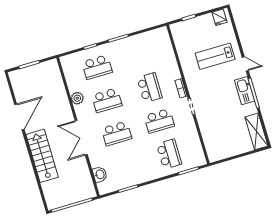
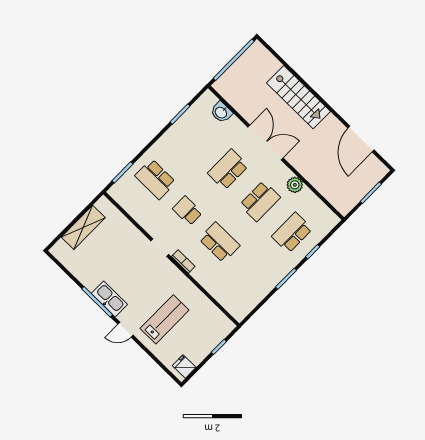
school desk: (149, 88) -> (219, 242), turned 180
school desk: (107, 100) -> (260, 201), turned 180
door: (19, 117) -> (361, 139), moved
school desk: (159, 121) -> (187, 211), width x0.54
shelving: (256, 131) -> (83, 227), moved, turned 90

